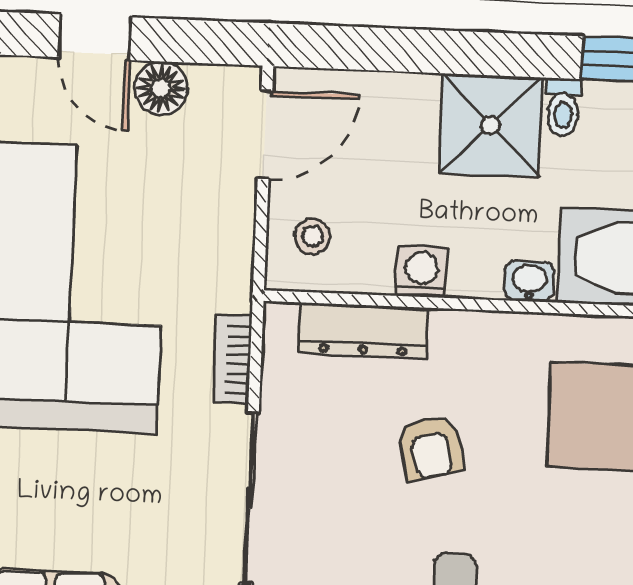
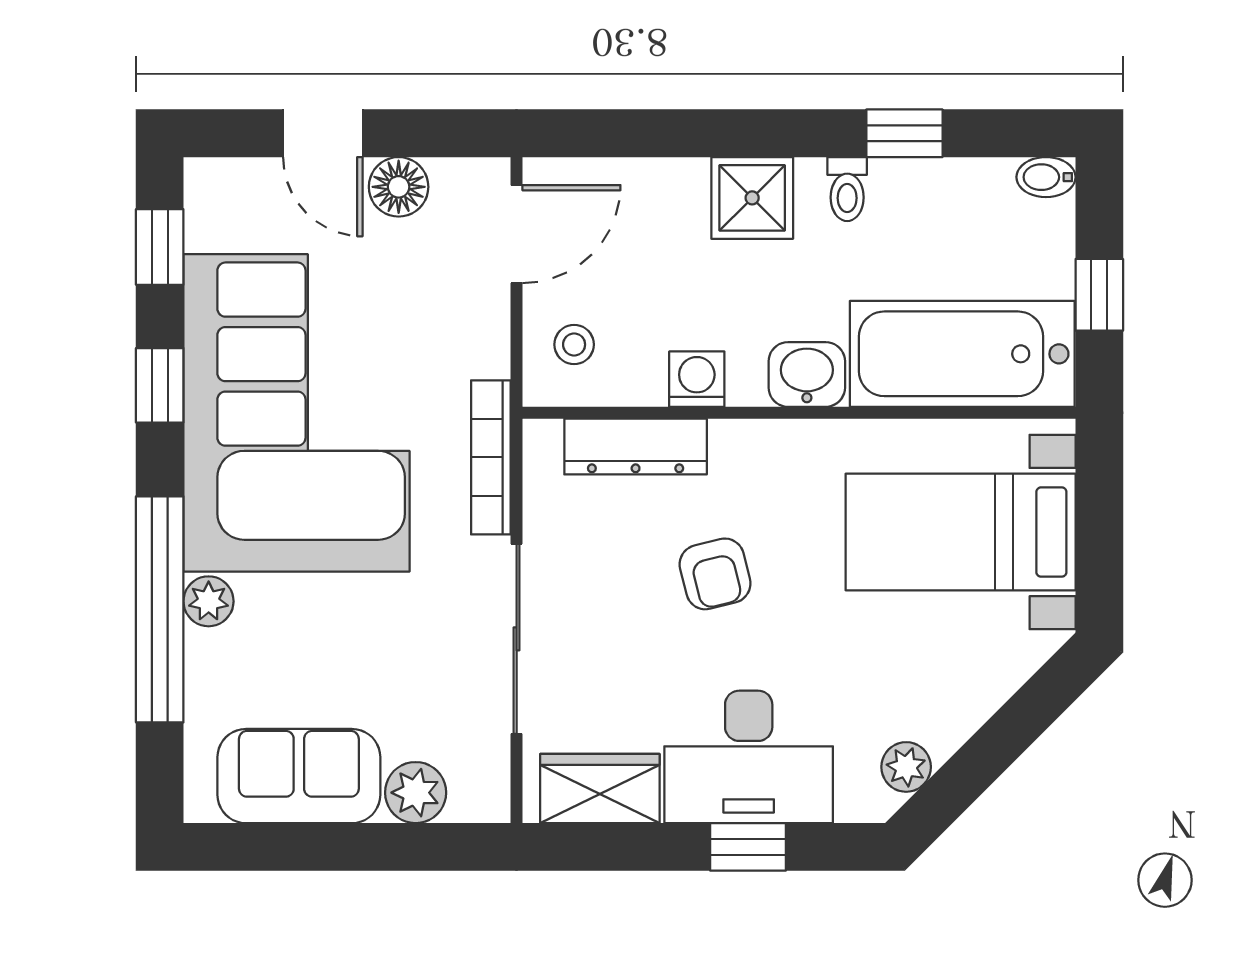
shower: (491, 125) -> (752, 198), width x0.73, depth x0.73
washbasin: (529, 281) -> (807, 374), width x1.38, depth x1.45
bookcase: (233, 359) -> (491, 457), width x1.56

